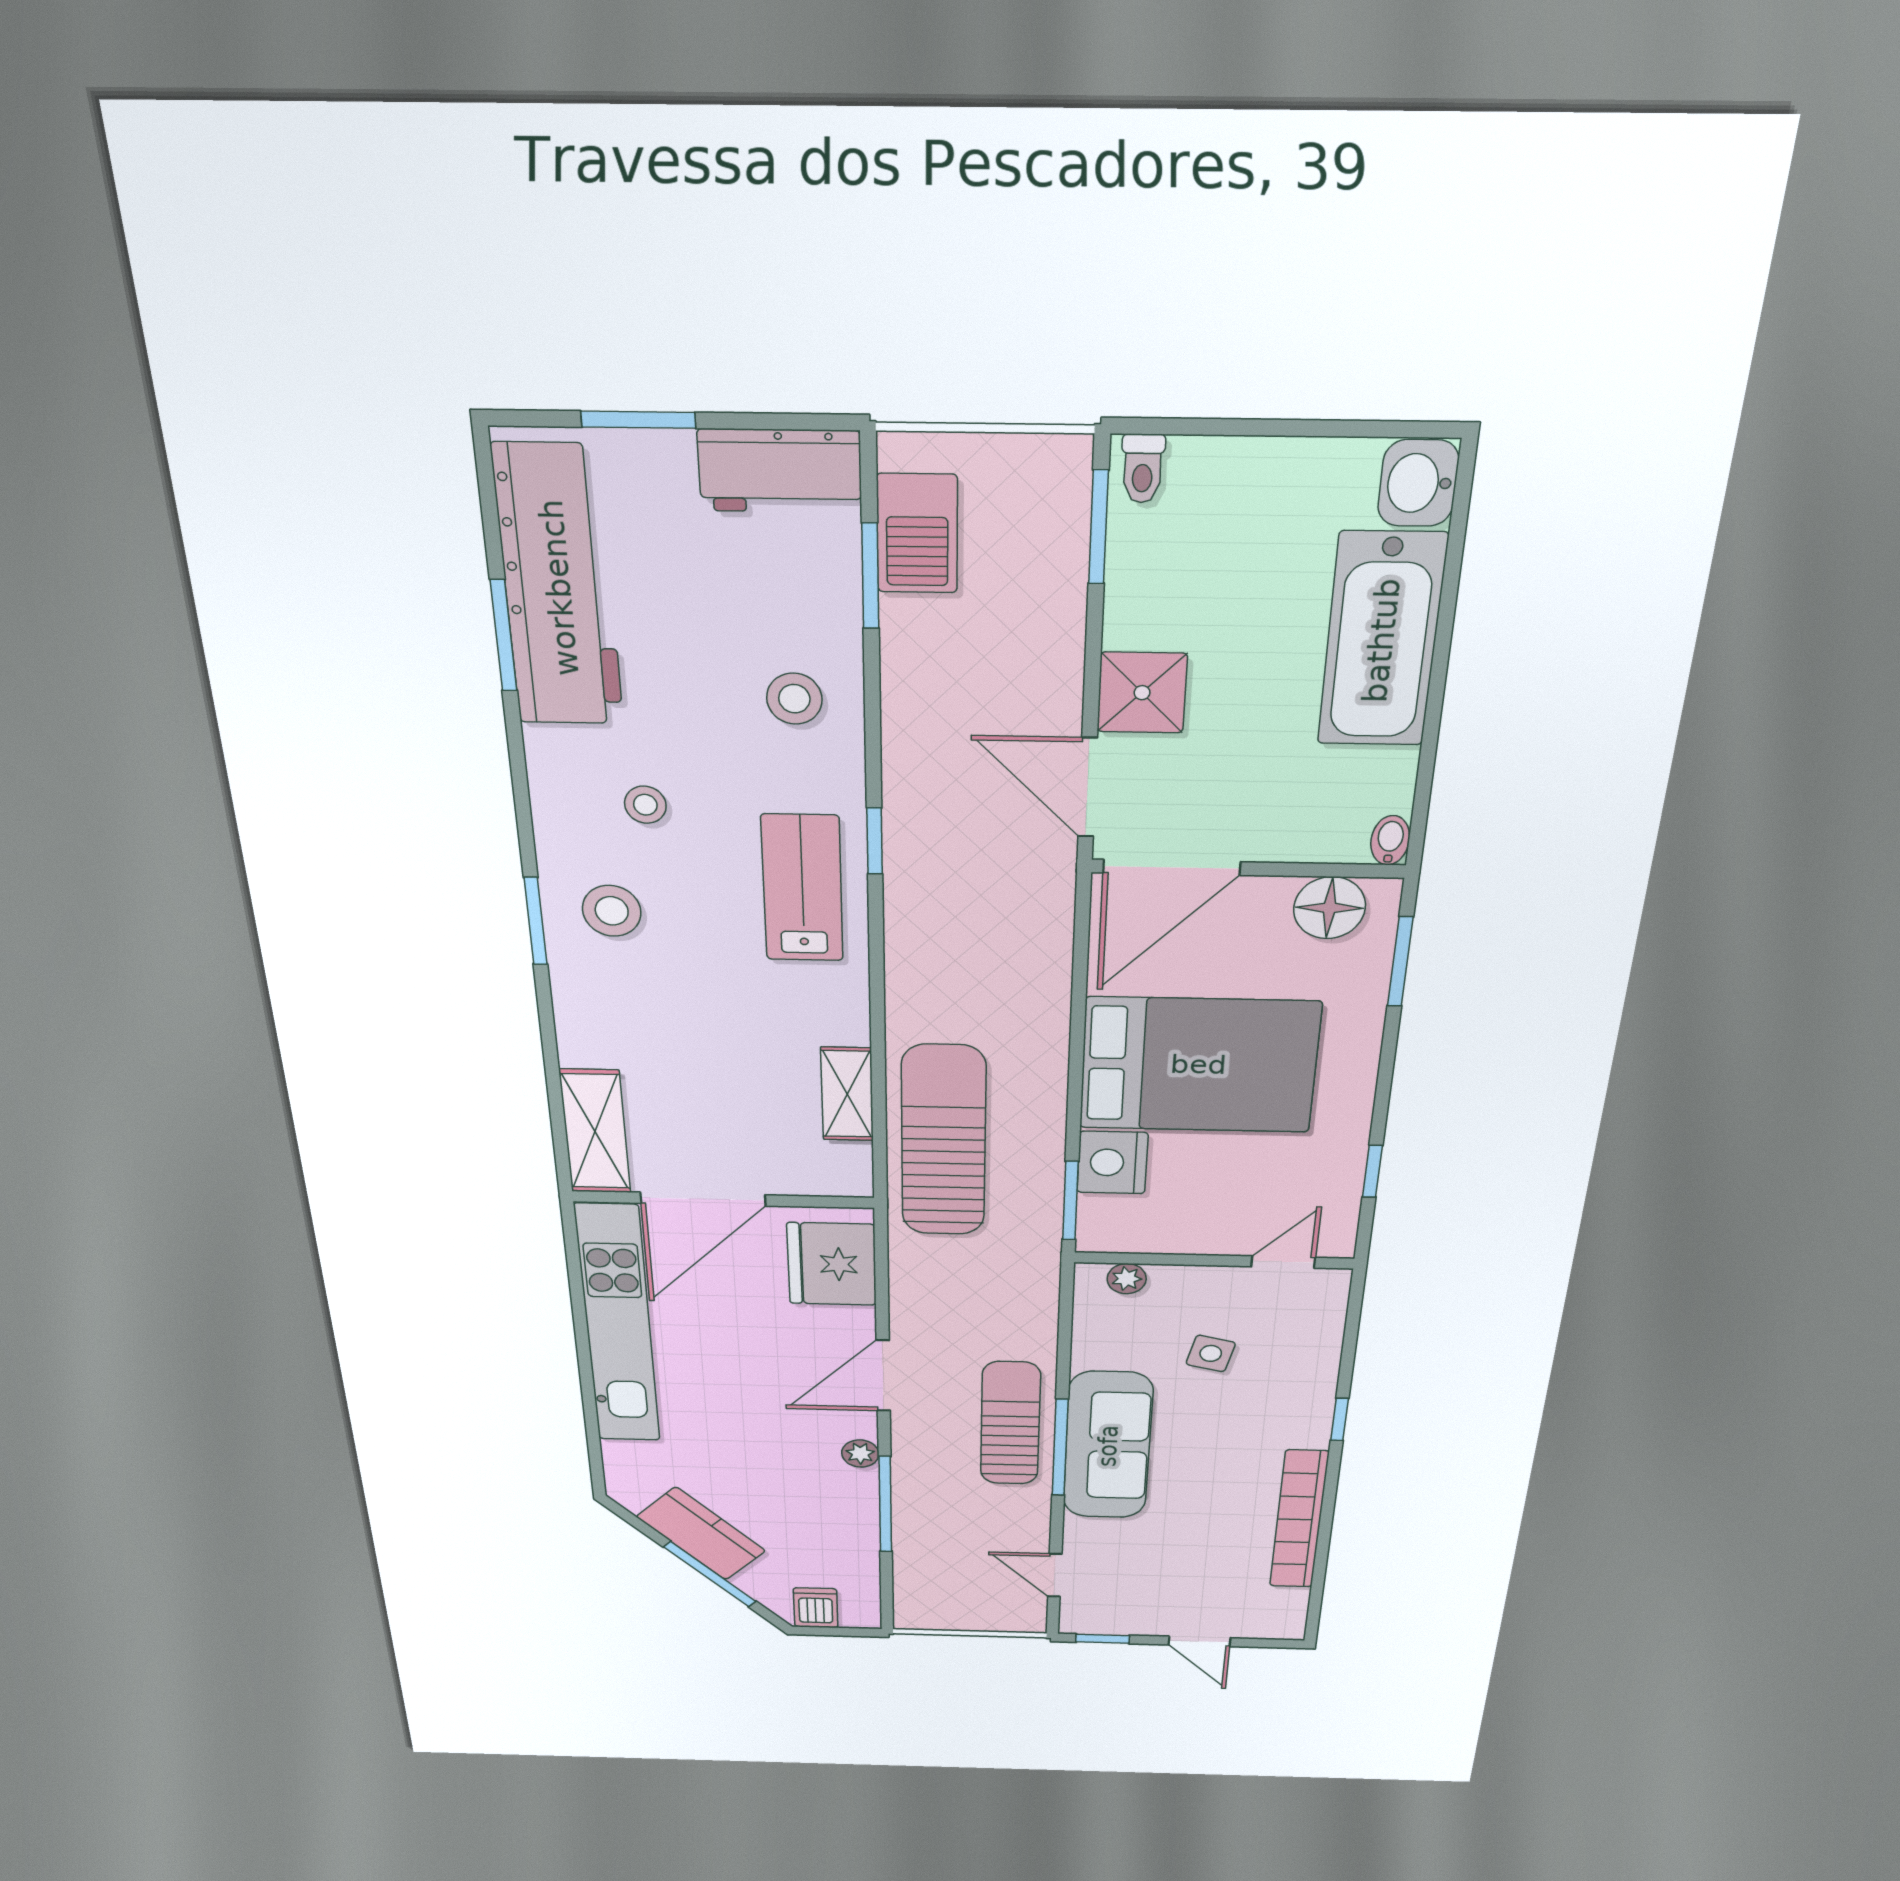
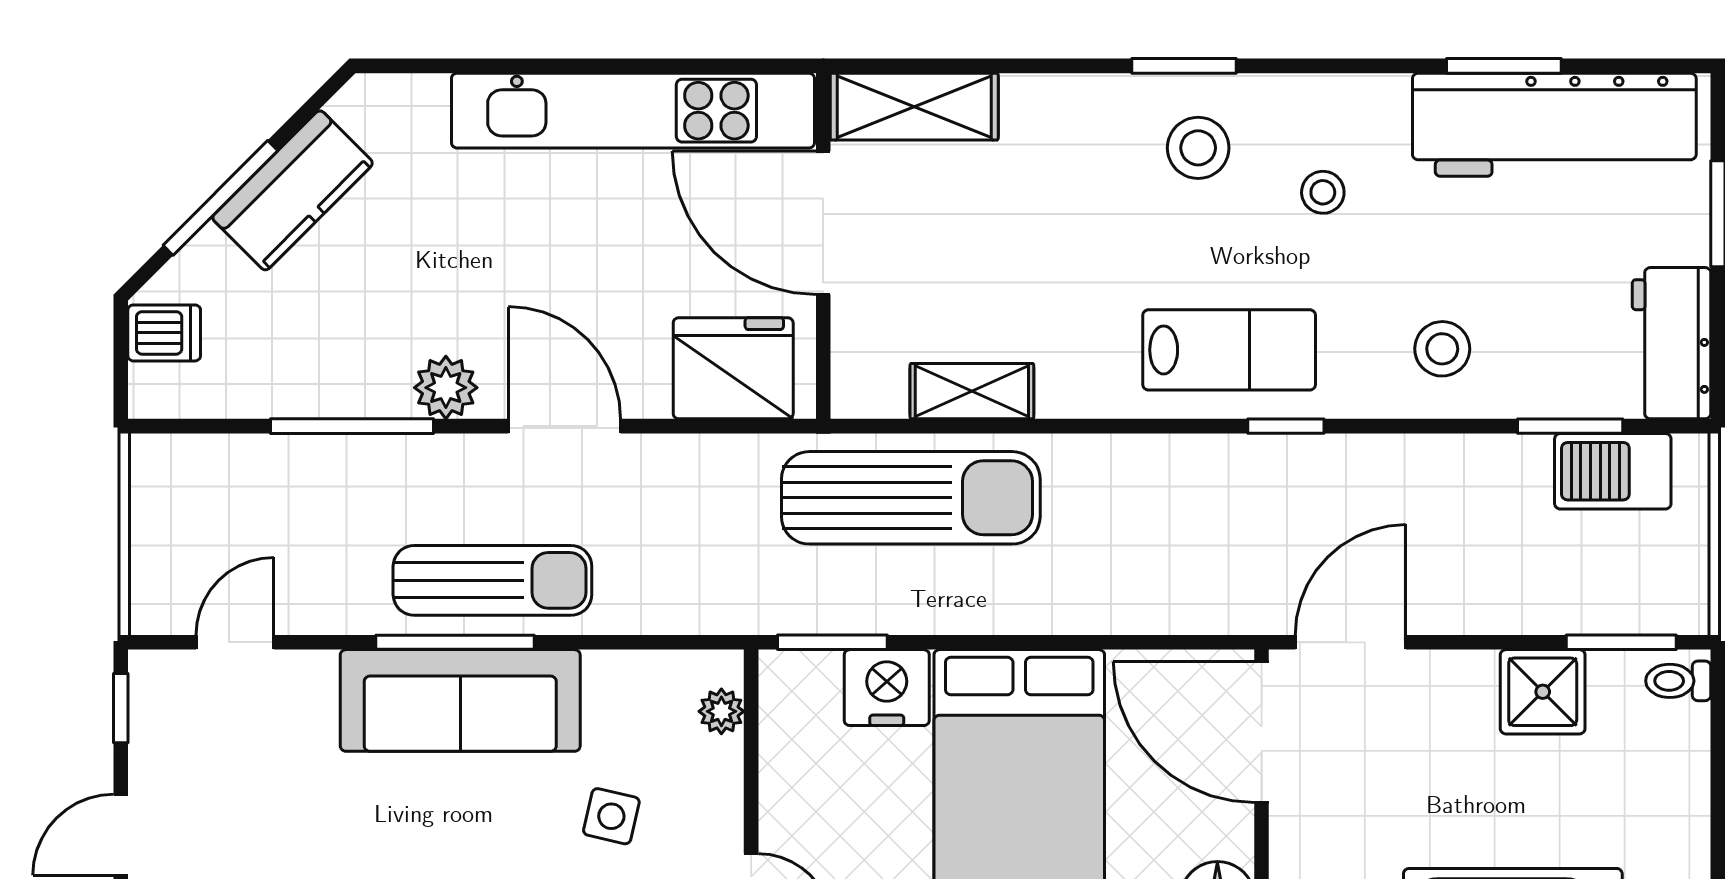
shower: (1142, 693) -> (1543, 692), moved
plant: (860, 1454) -> (446, 388), width x1.38, depth x1.38

